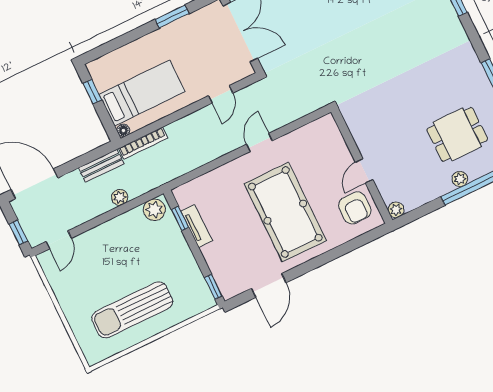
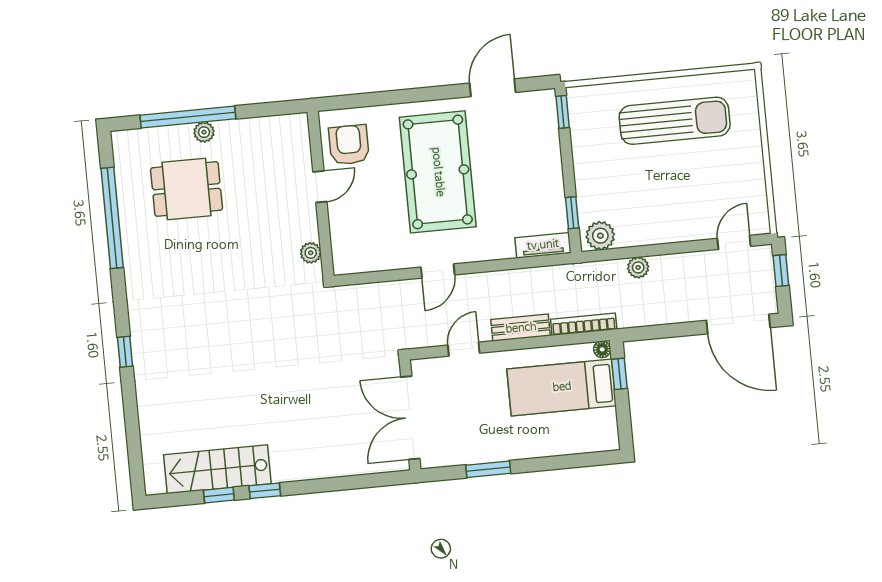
window: (92, 92) -> (619, 374), moved
bench: (101, 166) -> (521, 328), moved
plant: (396, 210) -> (311, 253), moved
tv unit: (197, 226) -> (543, 245), moved, turned 90

